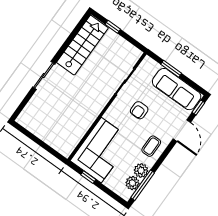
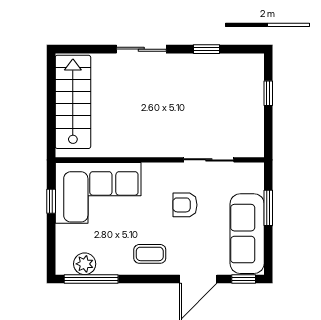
window: (68, 42) -> (206, 49), added
stairs: (82, 45) -> (73, 102), moved, turned -90
plant: (141, 171) -> (109, 263), removed

